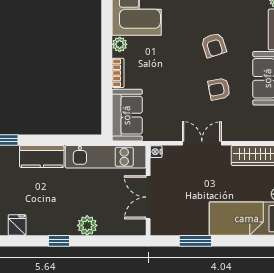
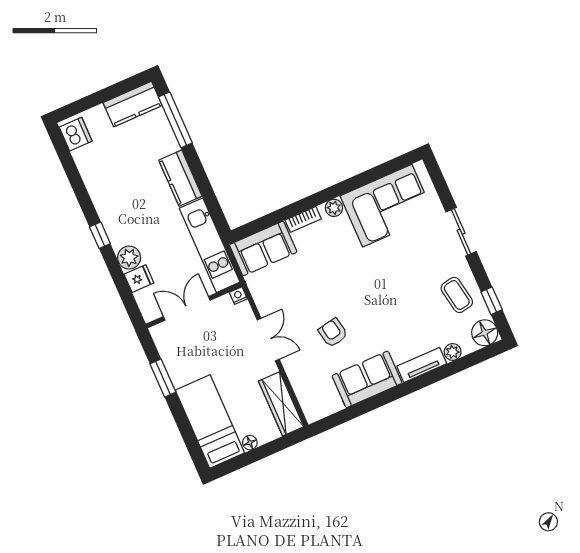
armchair: (214, 45) -> (376, 307), removed
fridge: (17, 225) -> (139, 279), moved

